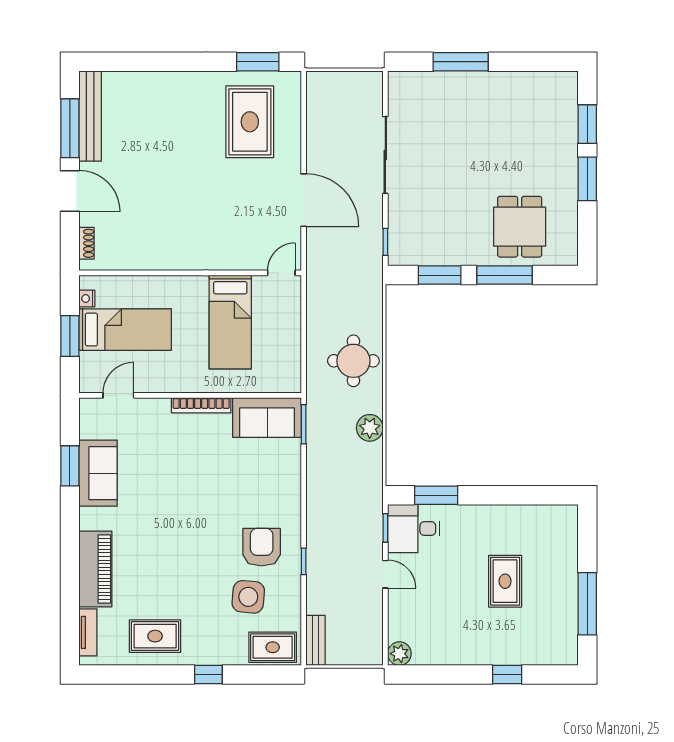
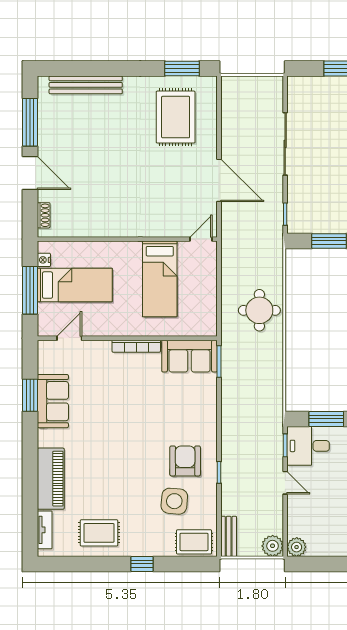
bench: (90, 116) -> (86, 85), moved, turned 90
window: (70, 336) -> (30, 290), width x1.44
plant: (370, 428) -> (273, 546), moved

